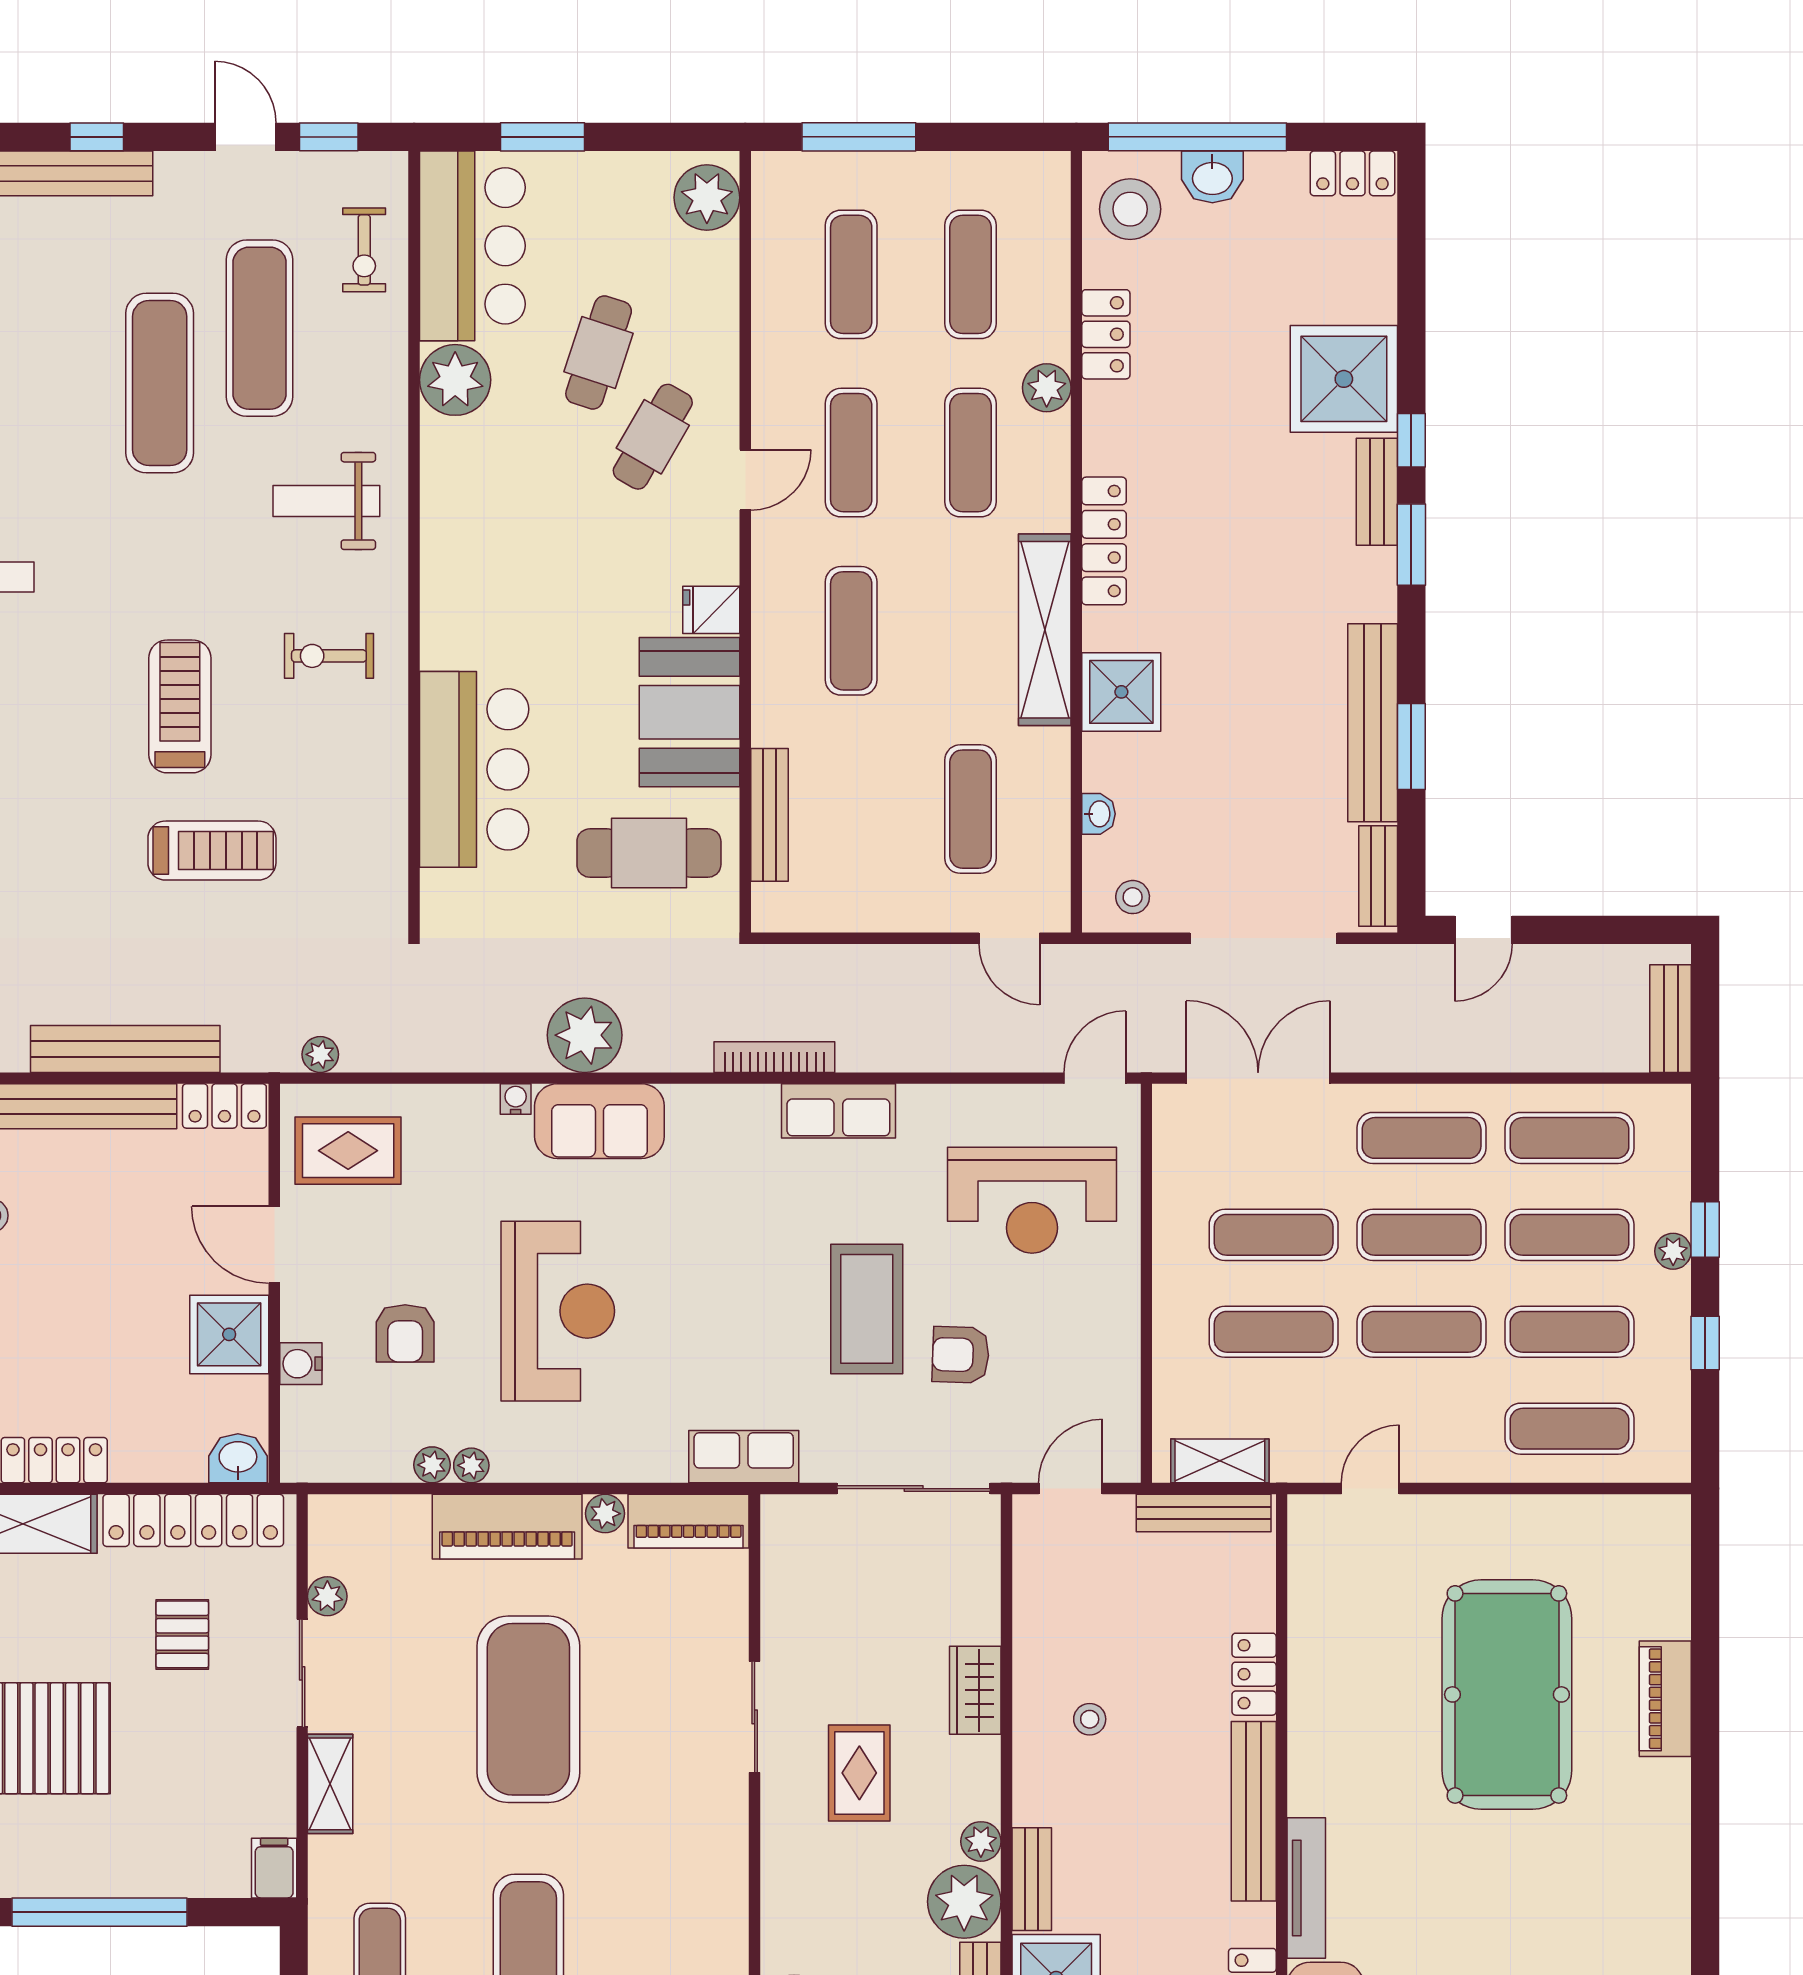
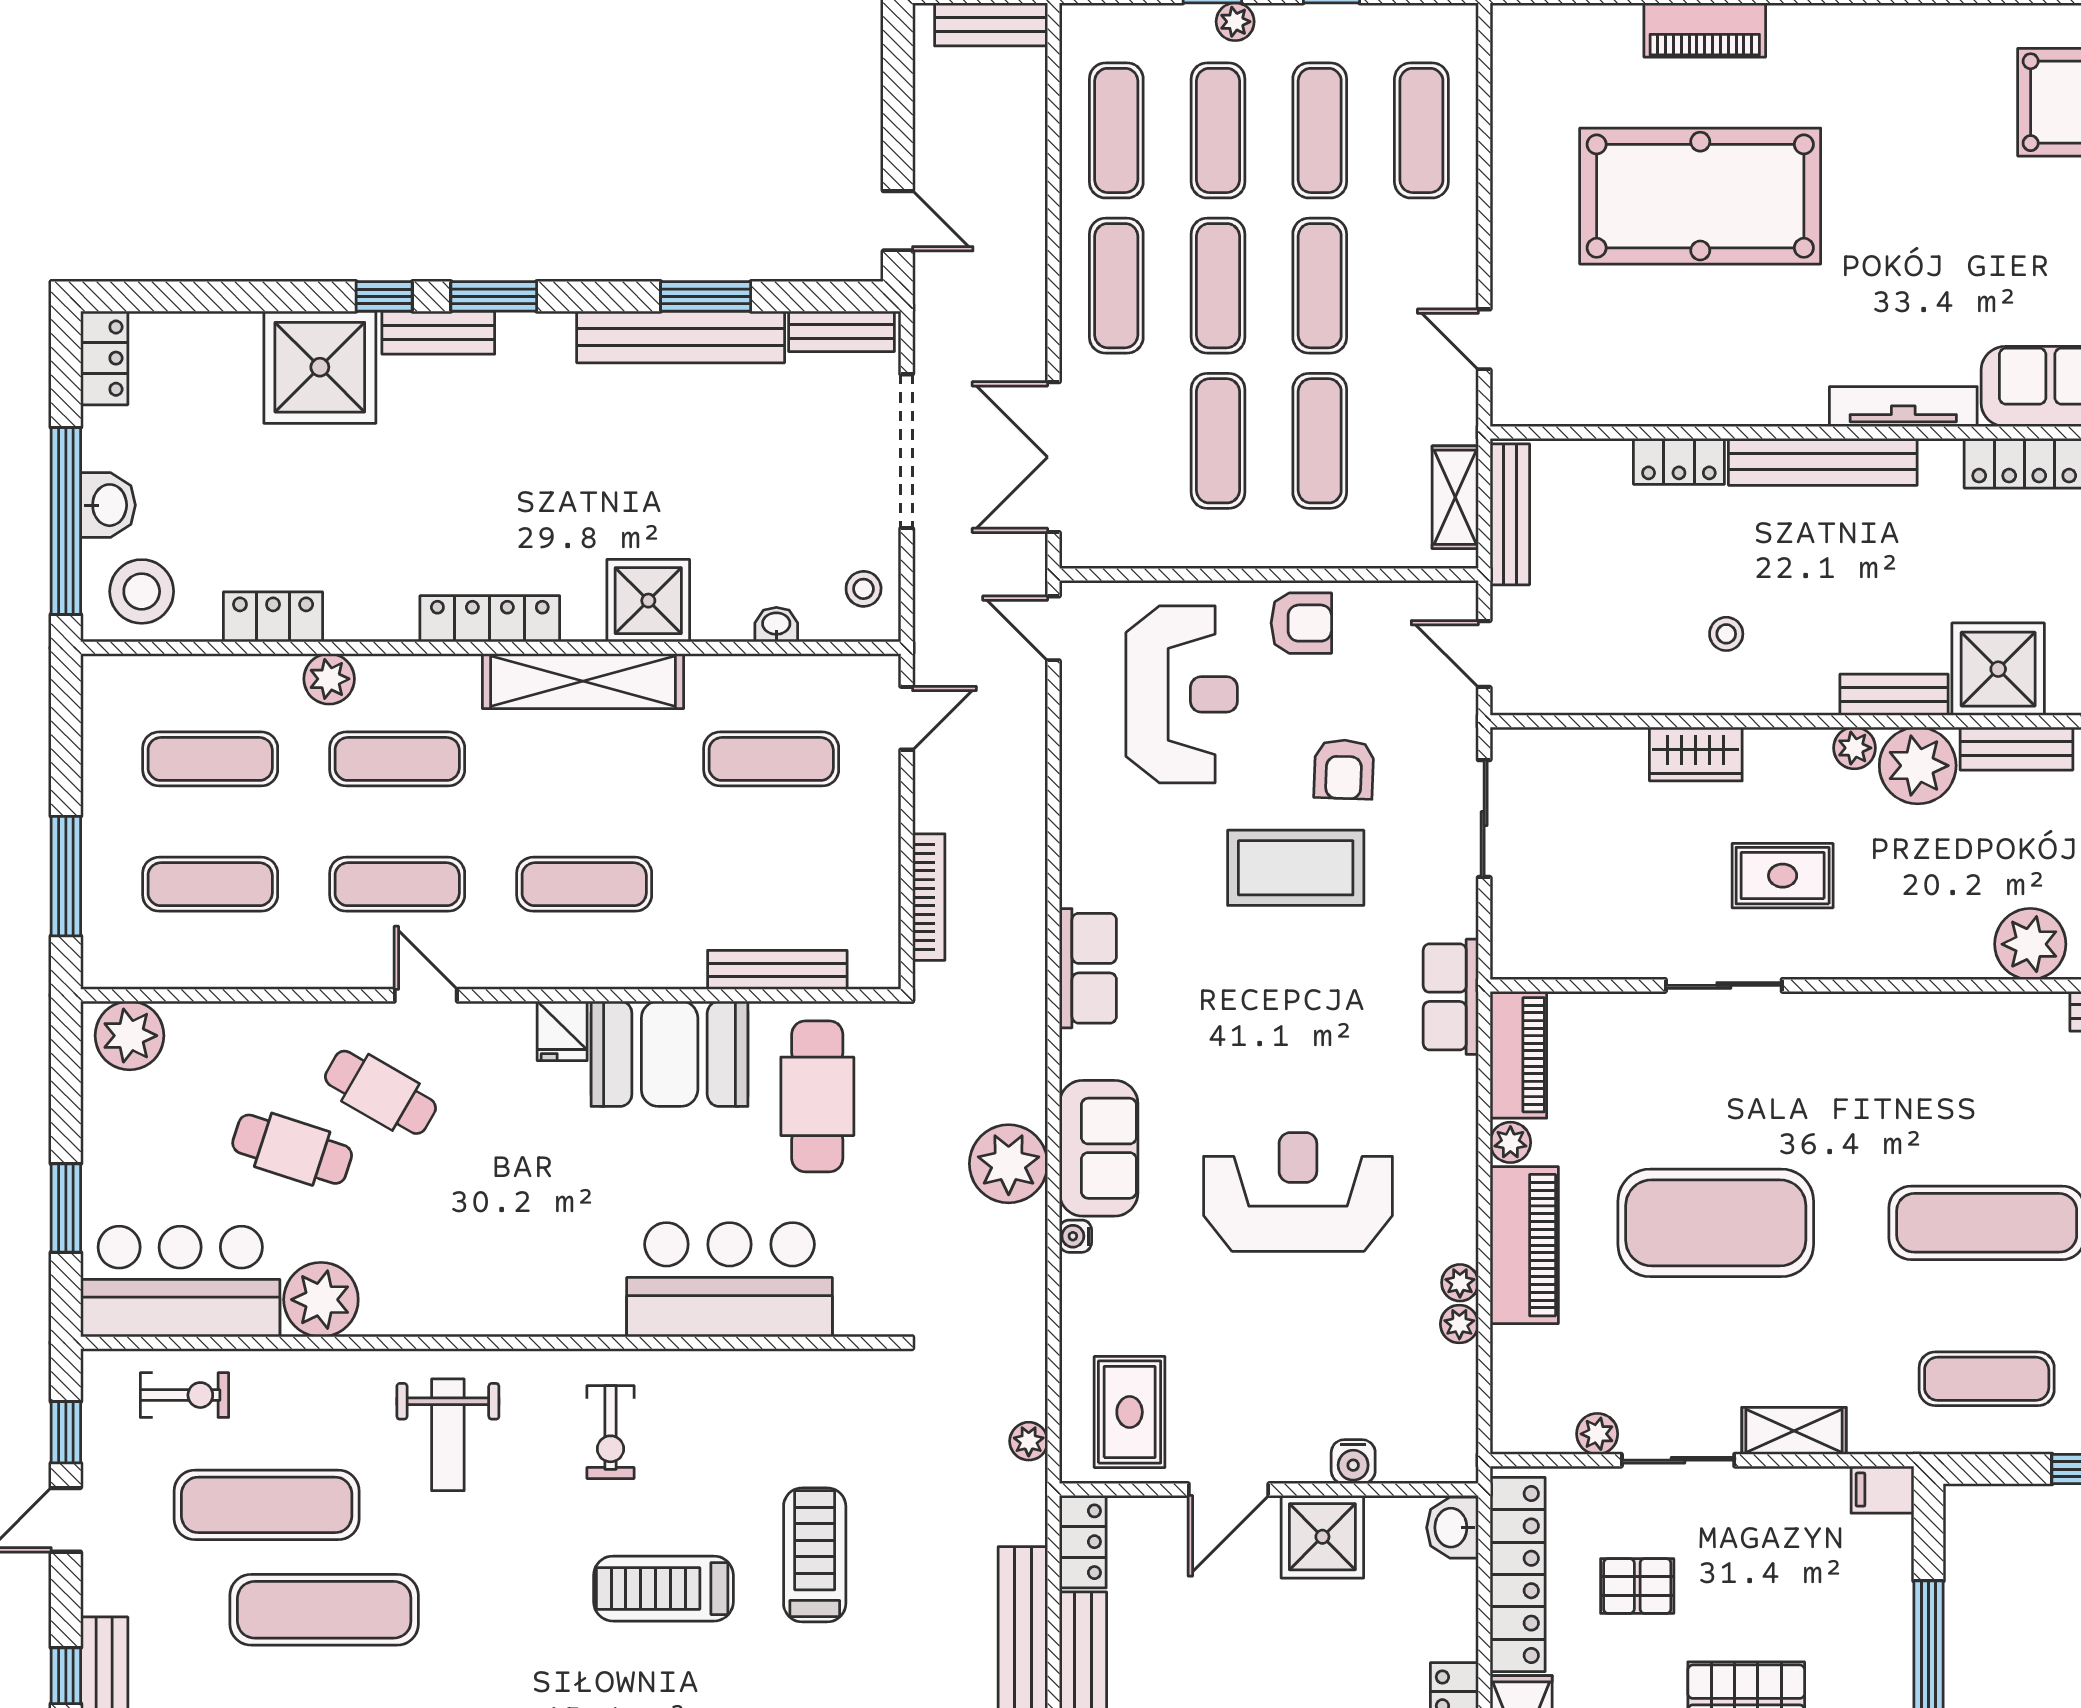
bookcase: (774, 1057) -> (929, 897), moved, turned 180
row of seats: (838, 1111) -> (1088, 968), moved
armchair: (405, 1333) -> (1301, 623), moved
sliding door: (914, 1489) -> (1484, 819), width x0.73

